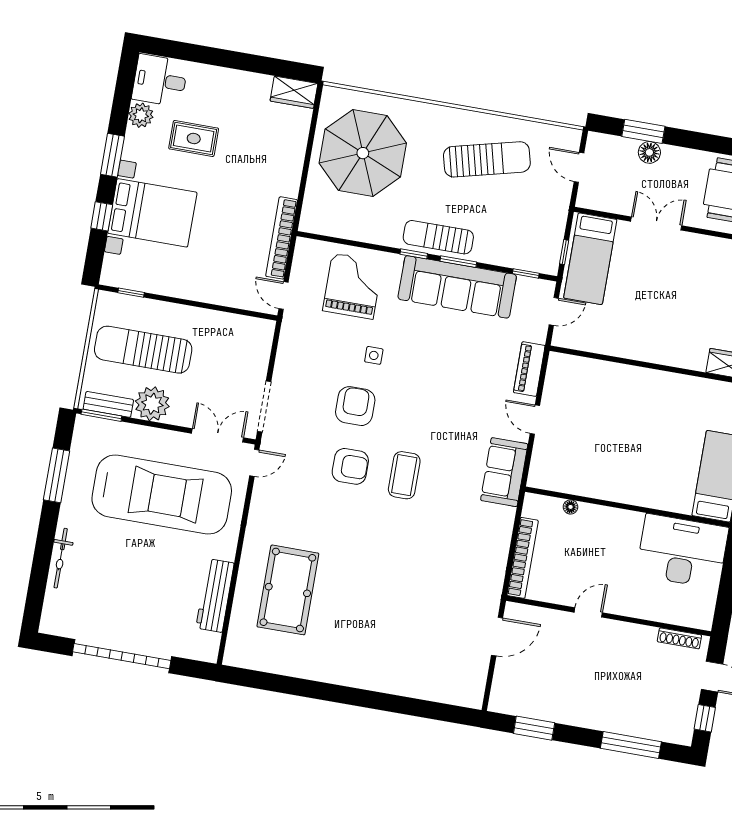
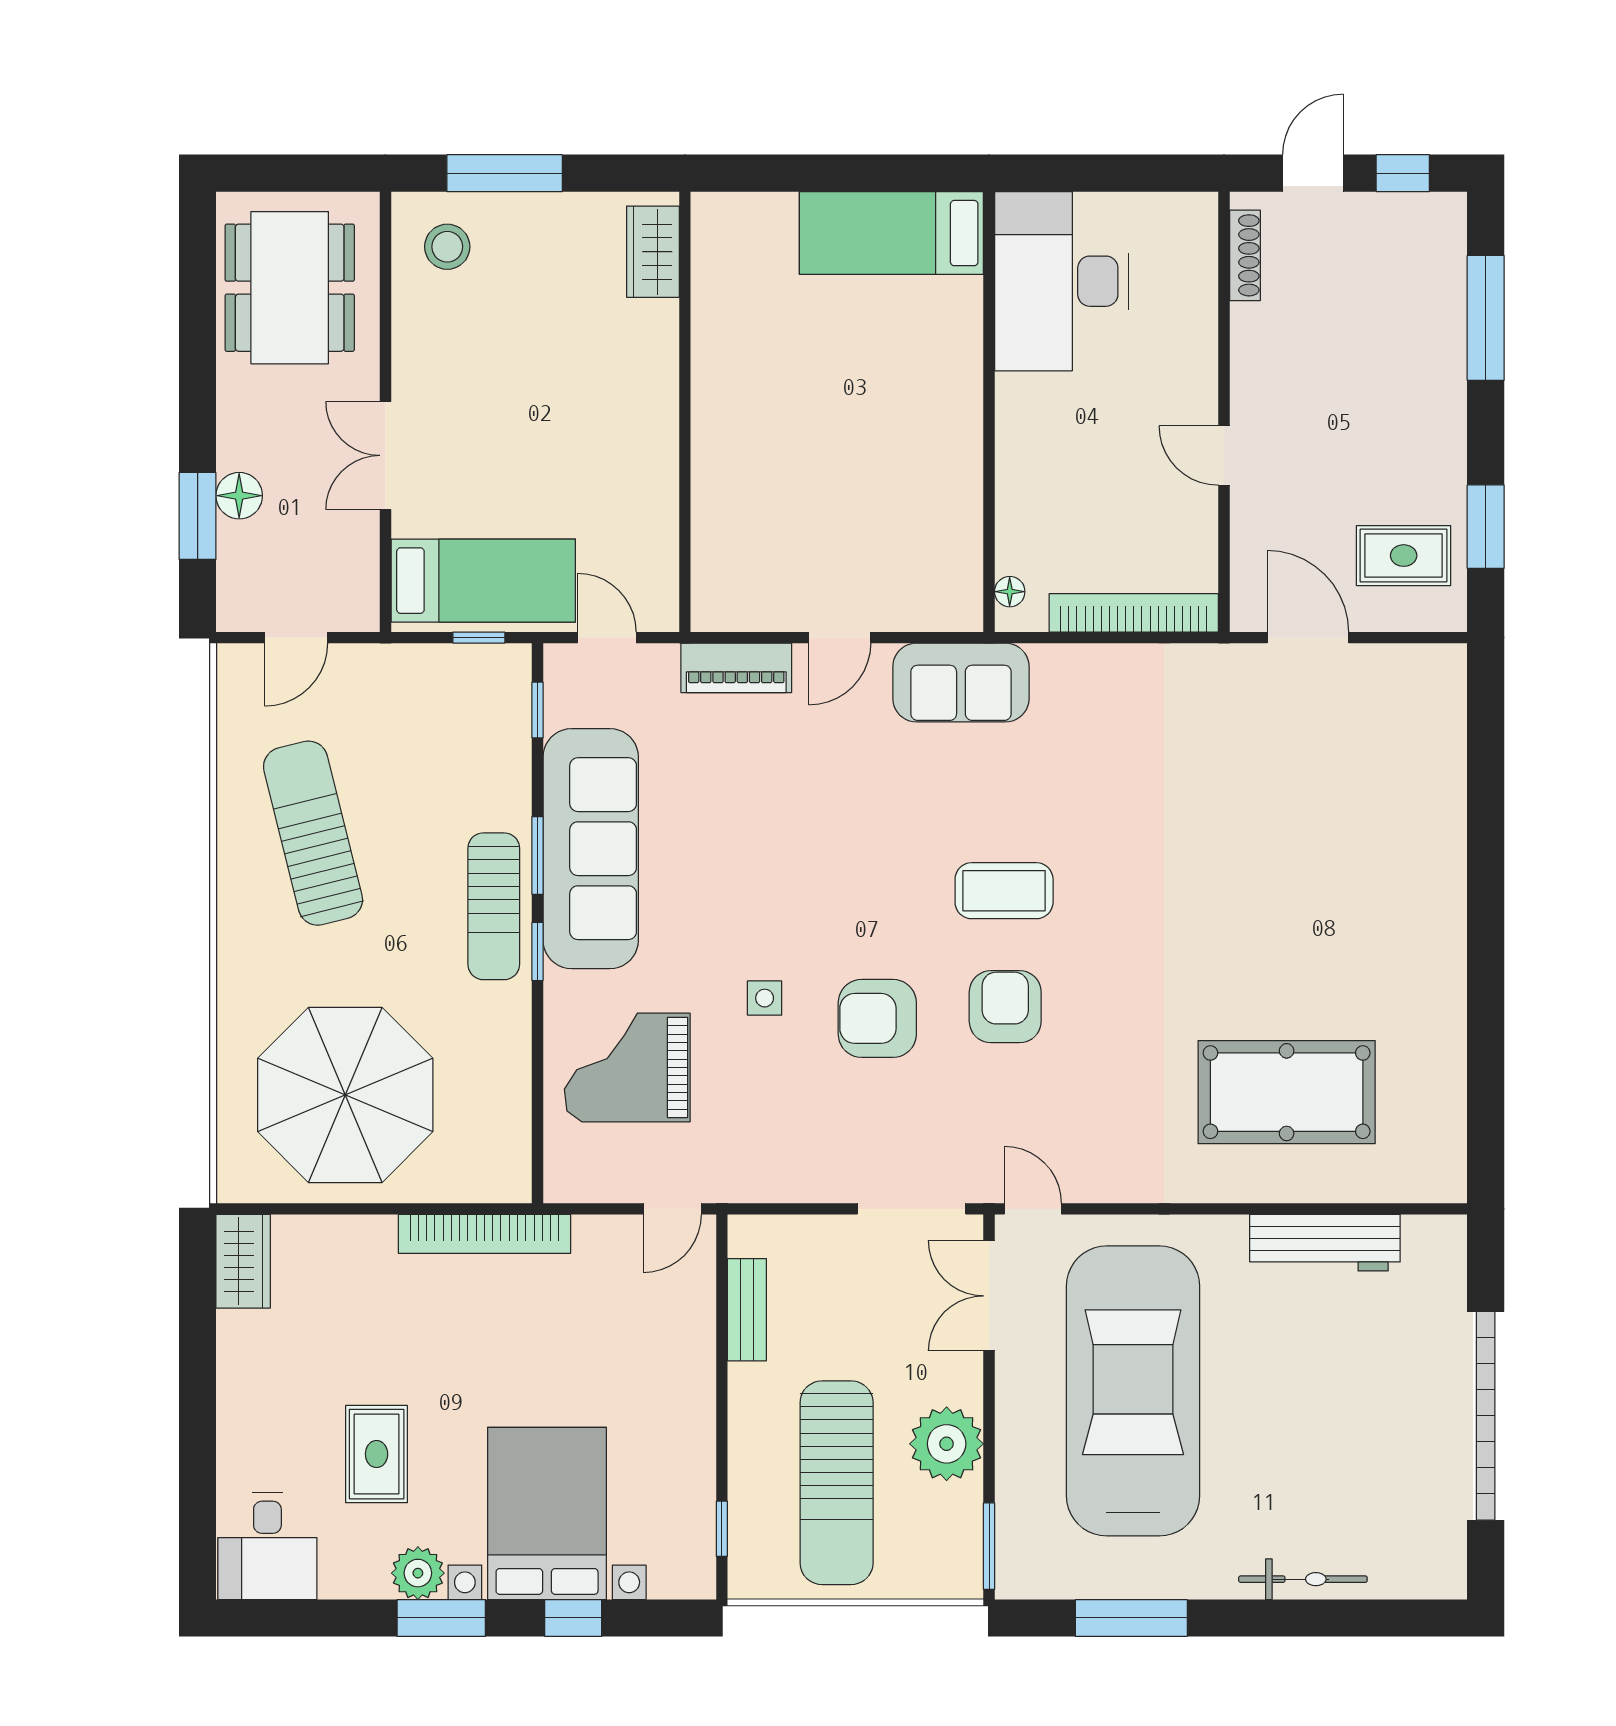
plant: (141, 115) -> (418, 1573), moved
bookcase: (282, 238) -> (484, 1234), moved
bench: (108, 404) -> (747, 1310), moved
floor lamp: (570, 507) -> (1010, 592), moved
rug: (527, 688) -> (1404, 556), added

